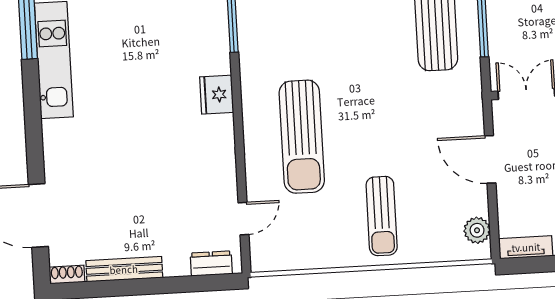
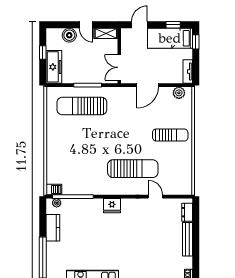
door: (244, 219) -> (155, 197), moved
bench: (124, 269) -> (187, 239), moved

